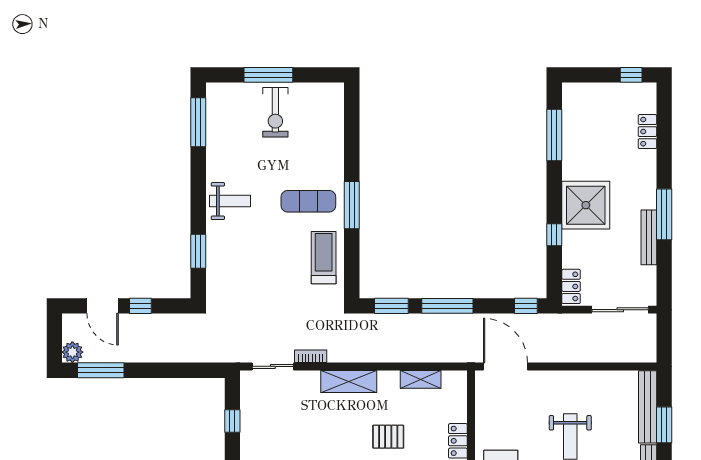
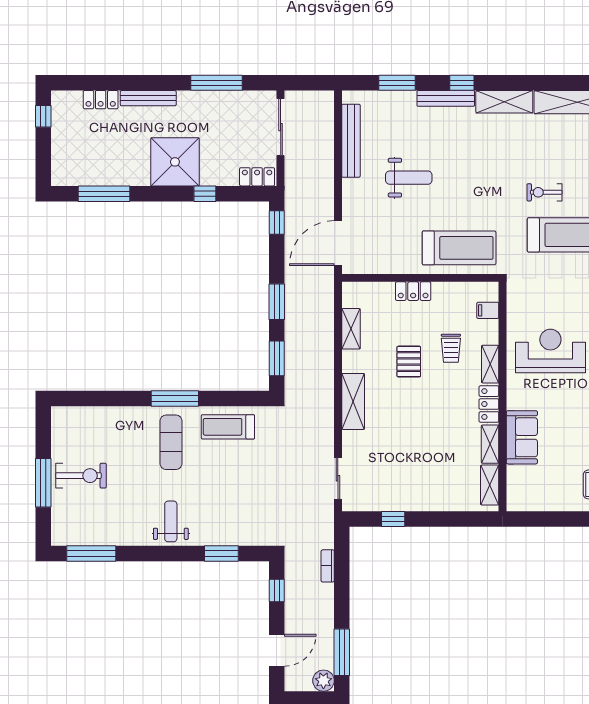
window: (664, 214) -> (217, 83), moved
bench: (649, 237) -> (148, 98), moved
window: (140, 306) -> (277, 591), moved
window: (447, 306) -> (277, 302), width x0.69
bookcase: (311, 356) -> (328, 566), moved
bench: (648, 407) -> (351, 141), moved, turned 90

